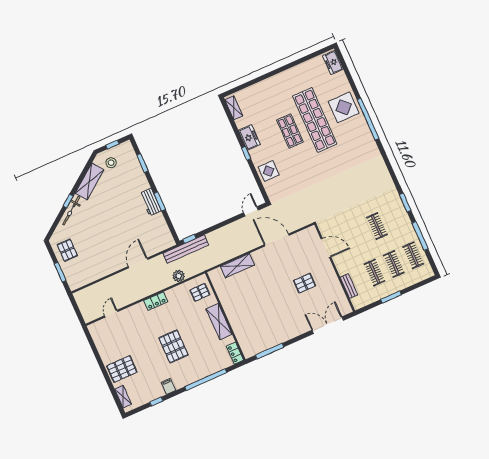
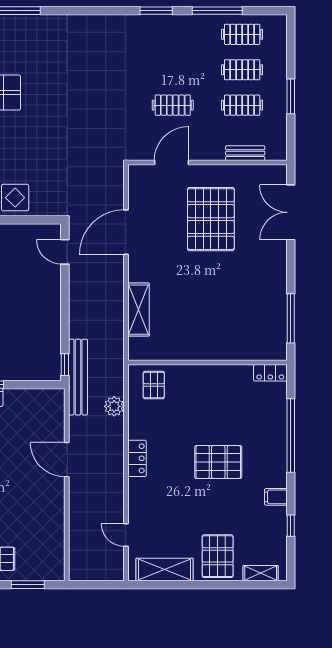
clothes rail: (377, 226) -> (173, 105), moved
pallet: (305, 283) -> (211, 219), width x2.05, depth x2.00
shelving: (219, 322) -> (164, 570), moved

